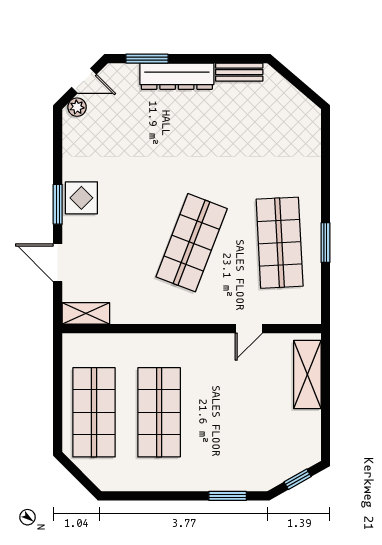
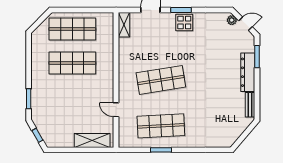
door: (84, 81) -> (245, 24), swing flipped
shop shelf: (192, 243) -> (161, 80), turned -30

